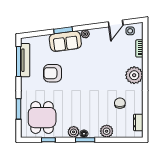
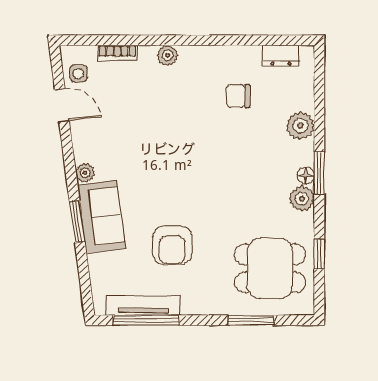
plant: (134, 75) -> (168, 55), width x0.53, depth x0.53

